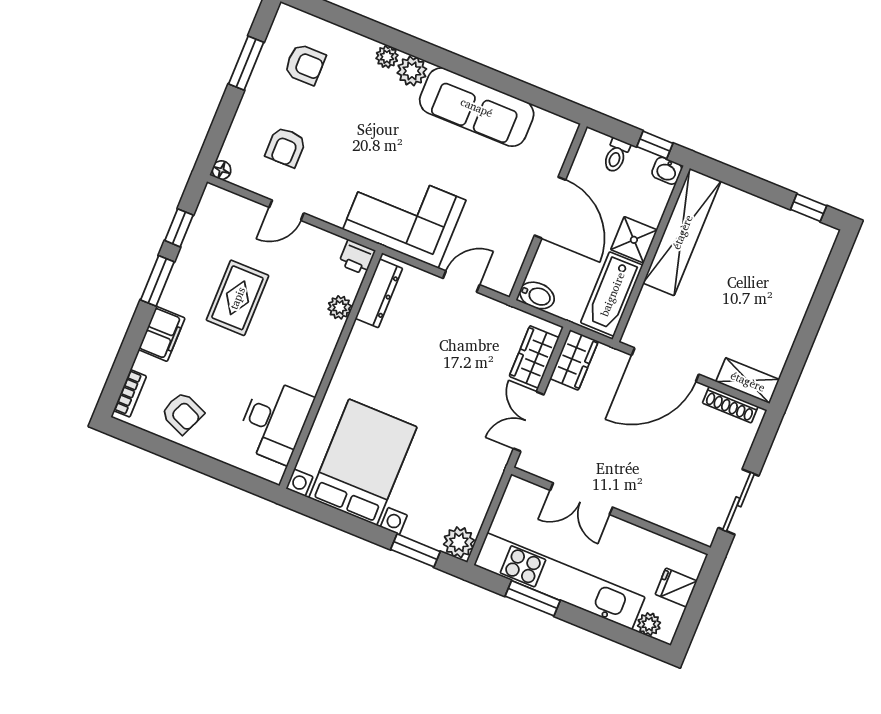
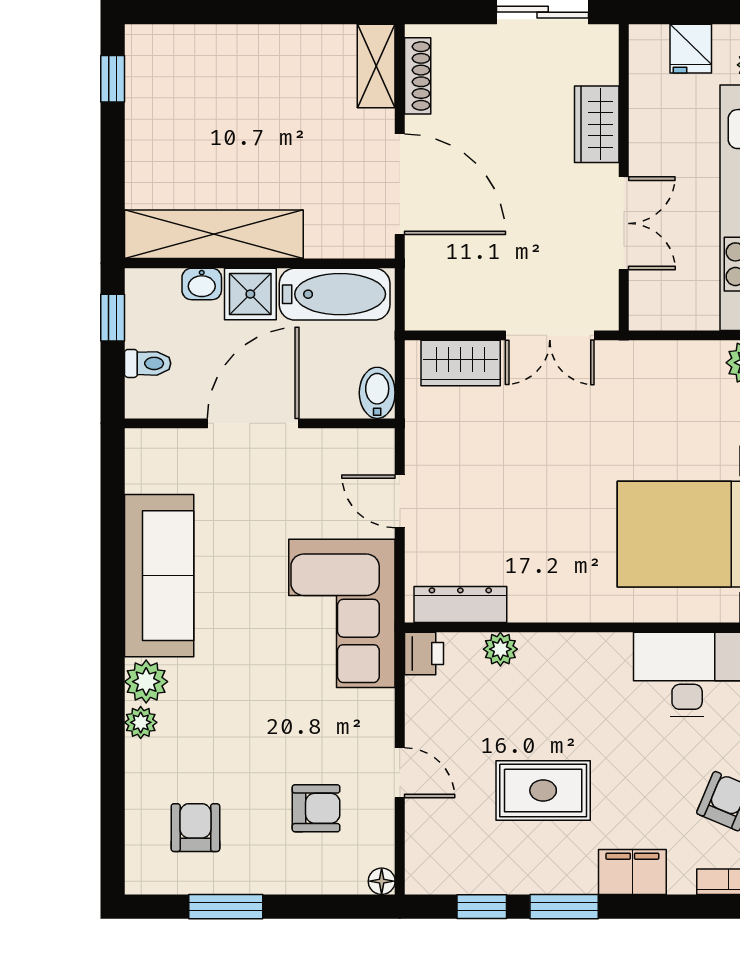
washbasin: (667, 171) -> (202, 284), moved, turned 90
wardrobe: (574, 360) -> (597, 124), moved, turned -90

